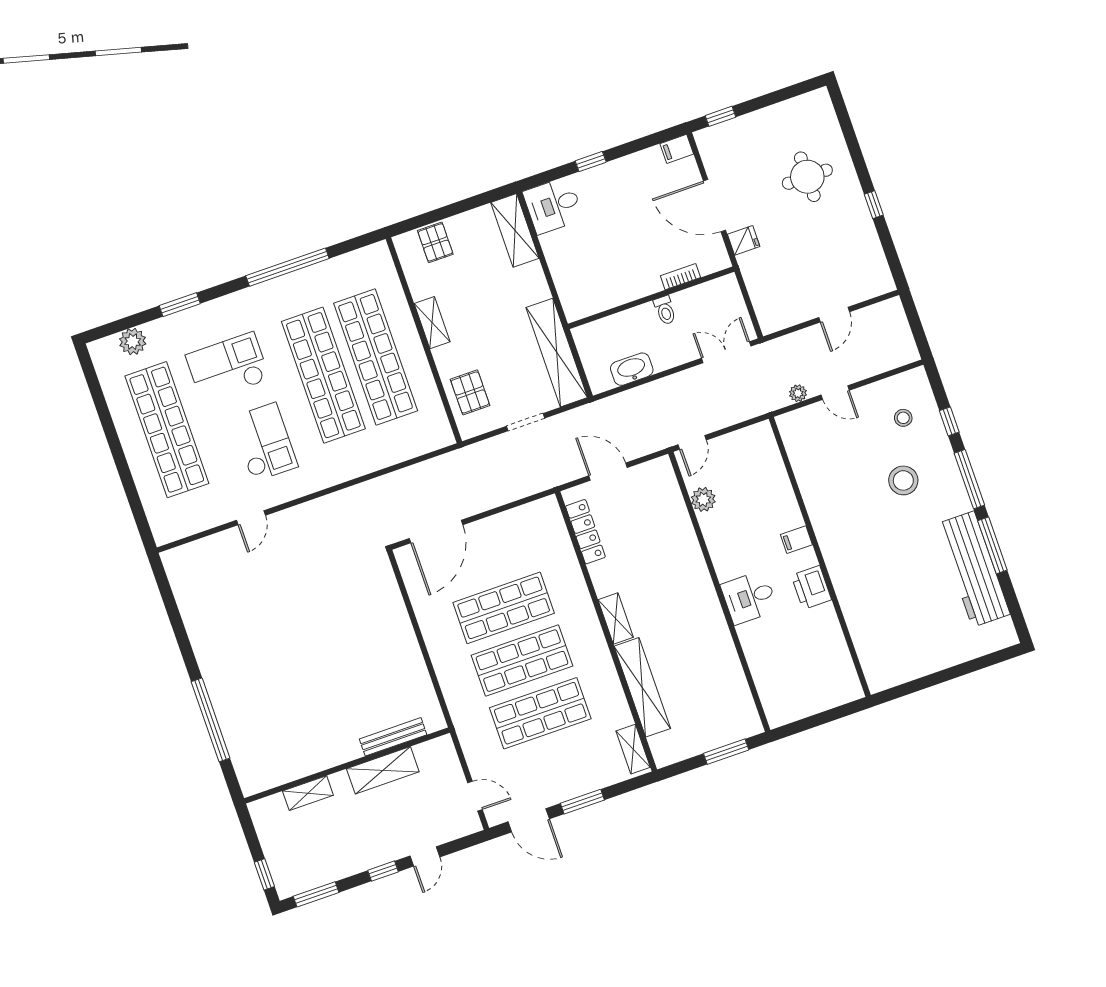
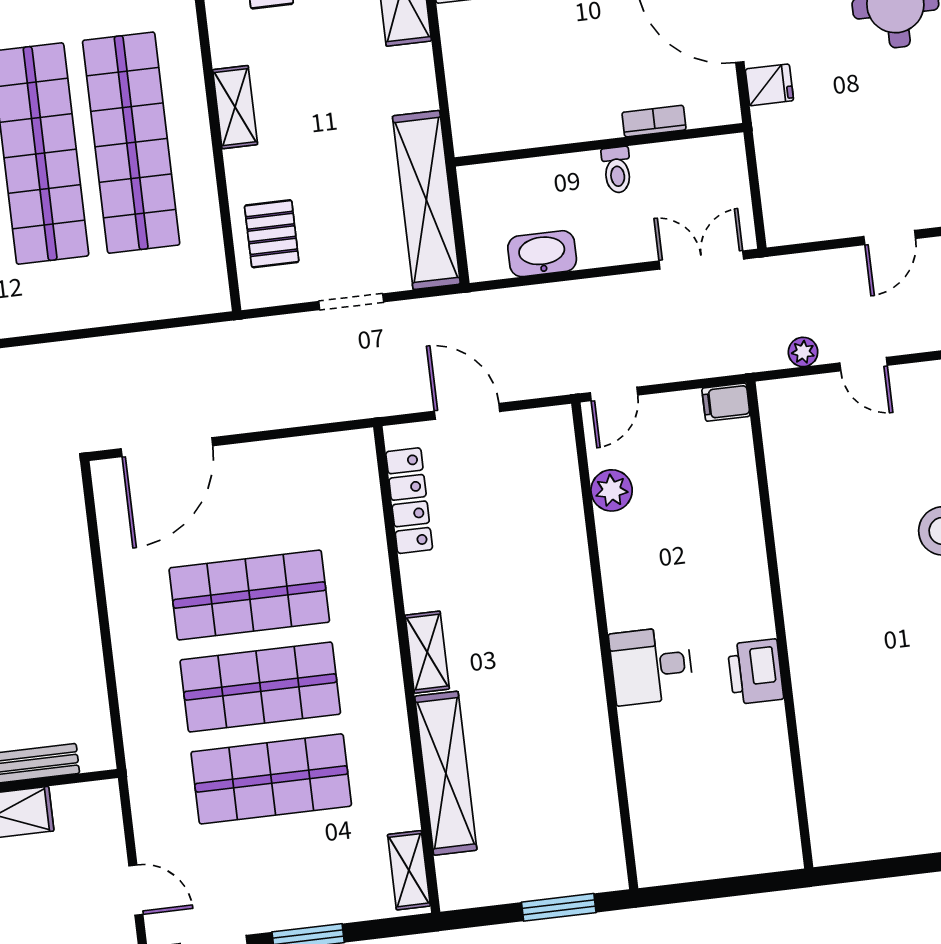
filing cabinet: (796, 540) -> (726, 402), moved

